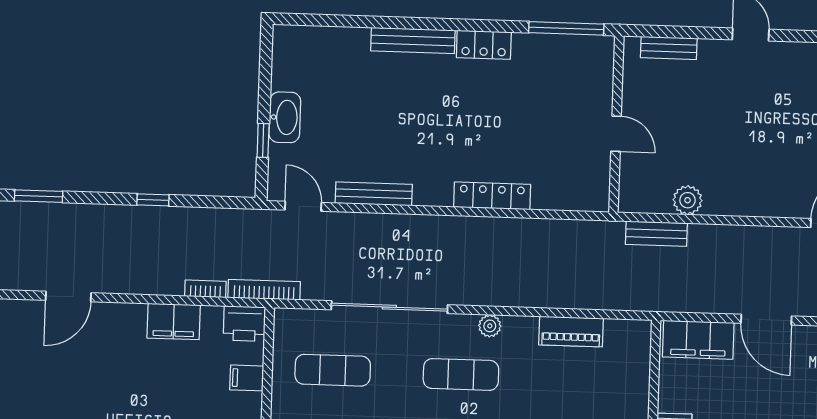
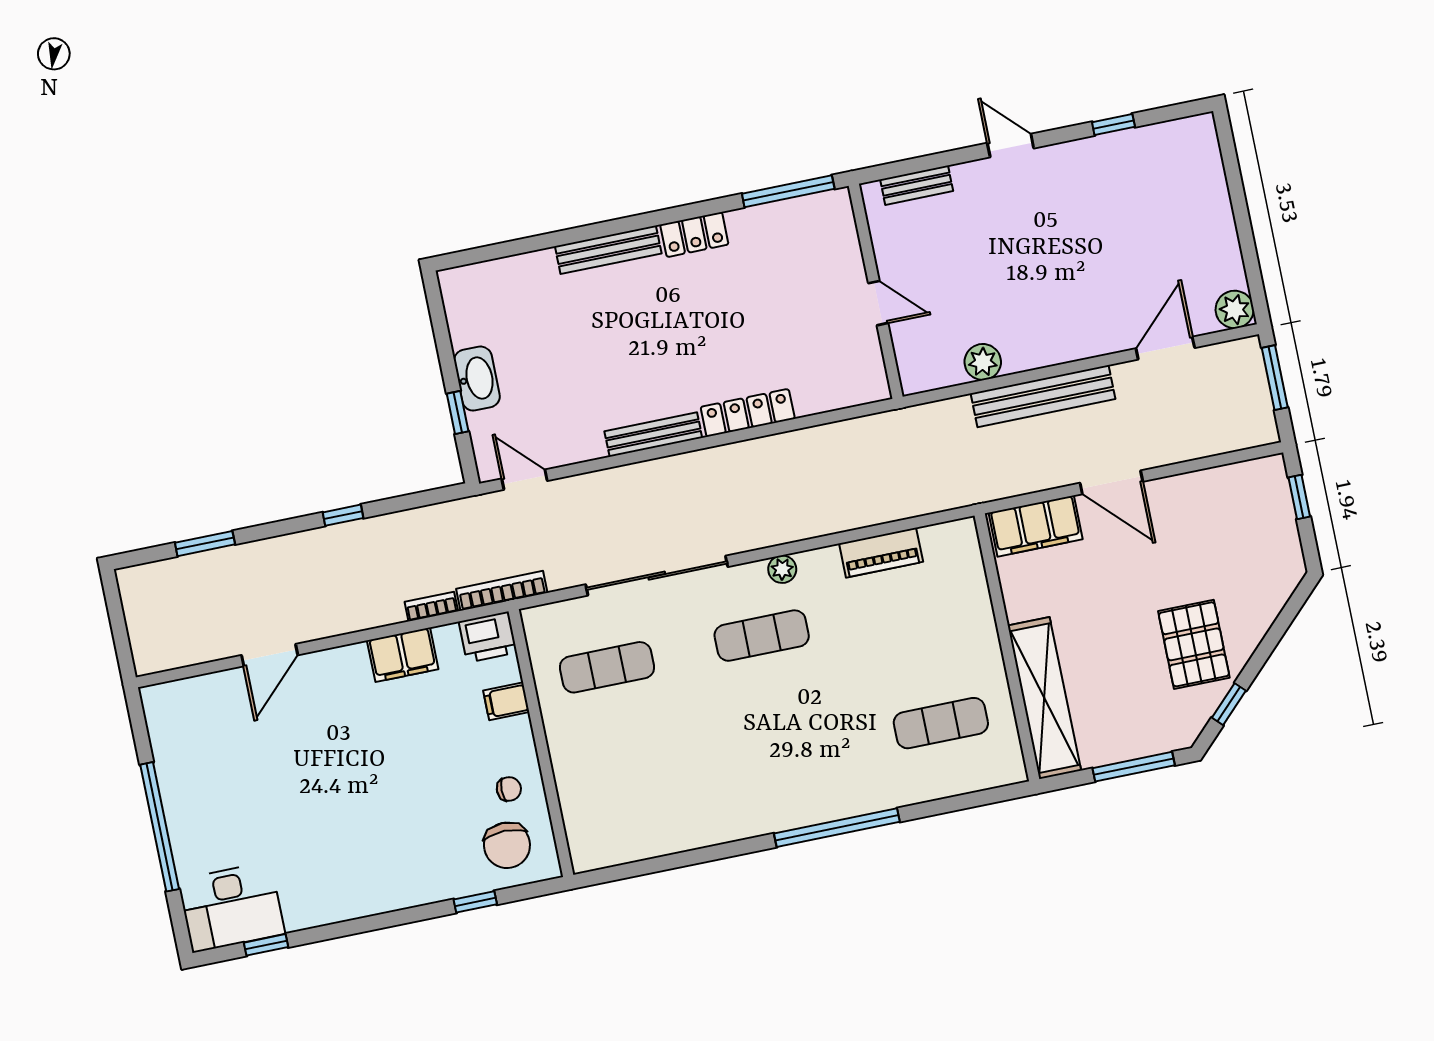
bench: (374, 194) -> (653, 435), moved
bench: (656, 234) -> (1043, 396), moved, width x1.86, depth x1.21

